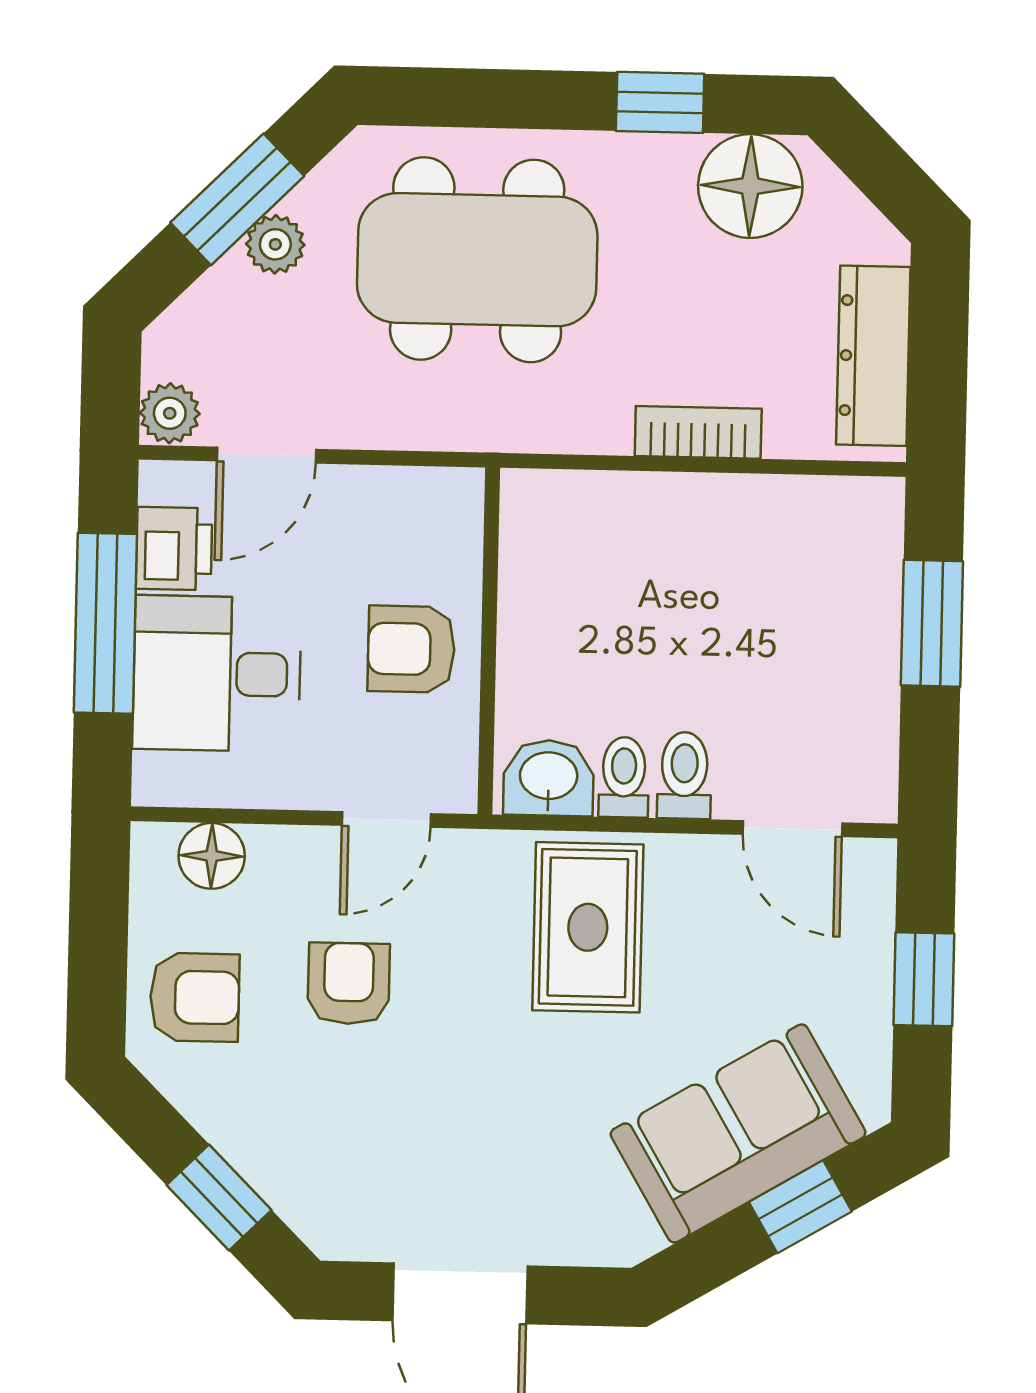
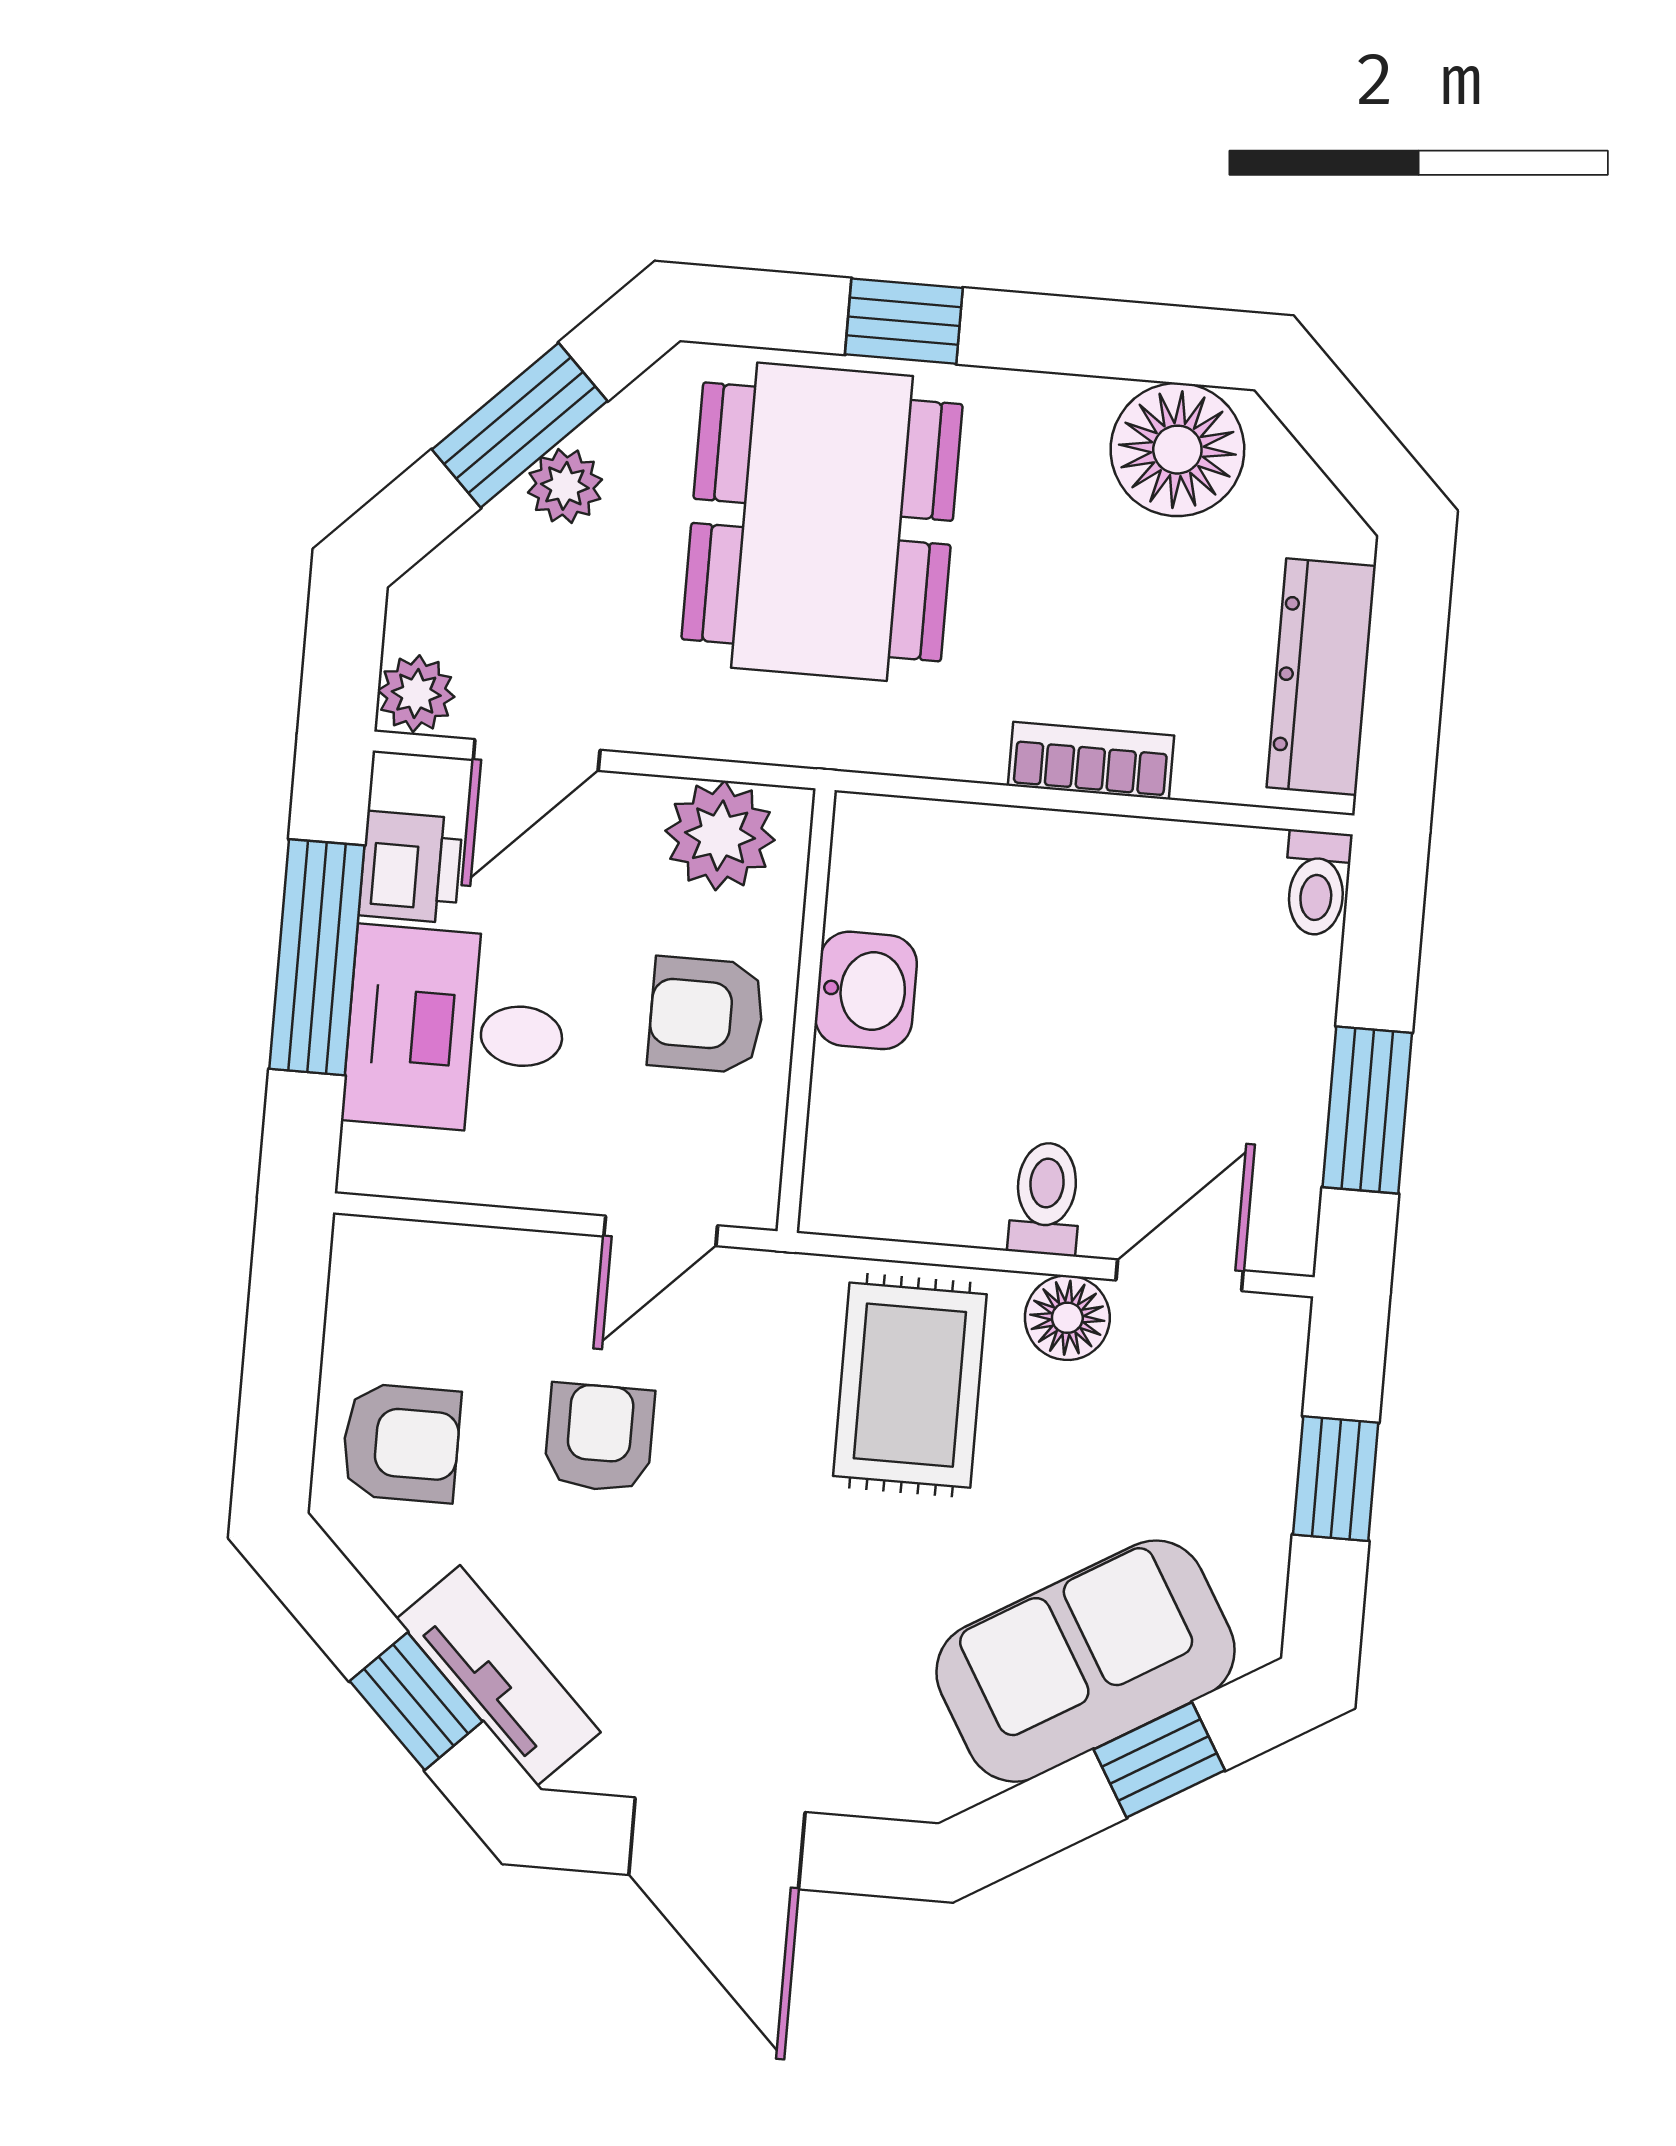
window: (660, 102) -> (904, 321), moved
dining table: (477, 260) -> (822, 522), turned 90
plant: (413, 509) -> (720, 835), added
window: (932, 623) -> (1367, 1110), moved
toilet: (624, 777) -> (1317, 883), moved, turned 180
washbasin: (549, 778) -> (866, 990), moved, turned 90
door: (792, 829) -> (1180, 1275), swing flipped
floor lamp: (212, 856) -> (1067, 1318), moved
tv unit: (282, 1173) -> (498, 1676), added

